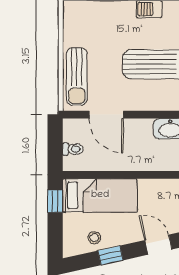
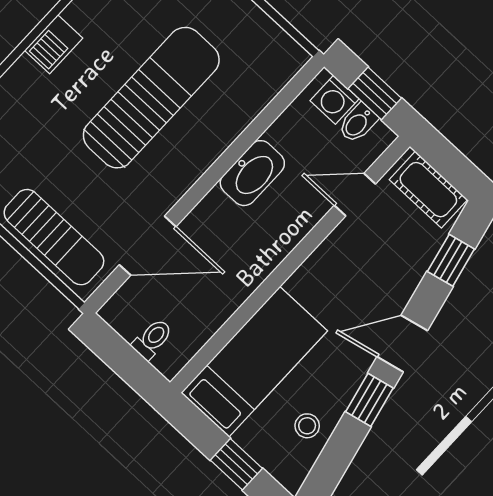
window: (55, 201) -> (236, 464), moved
window: (110, 255) -> (369, 400), moved

